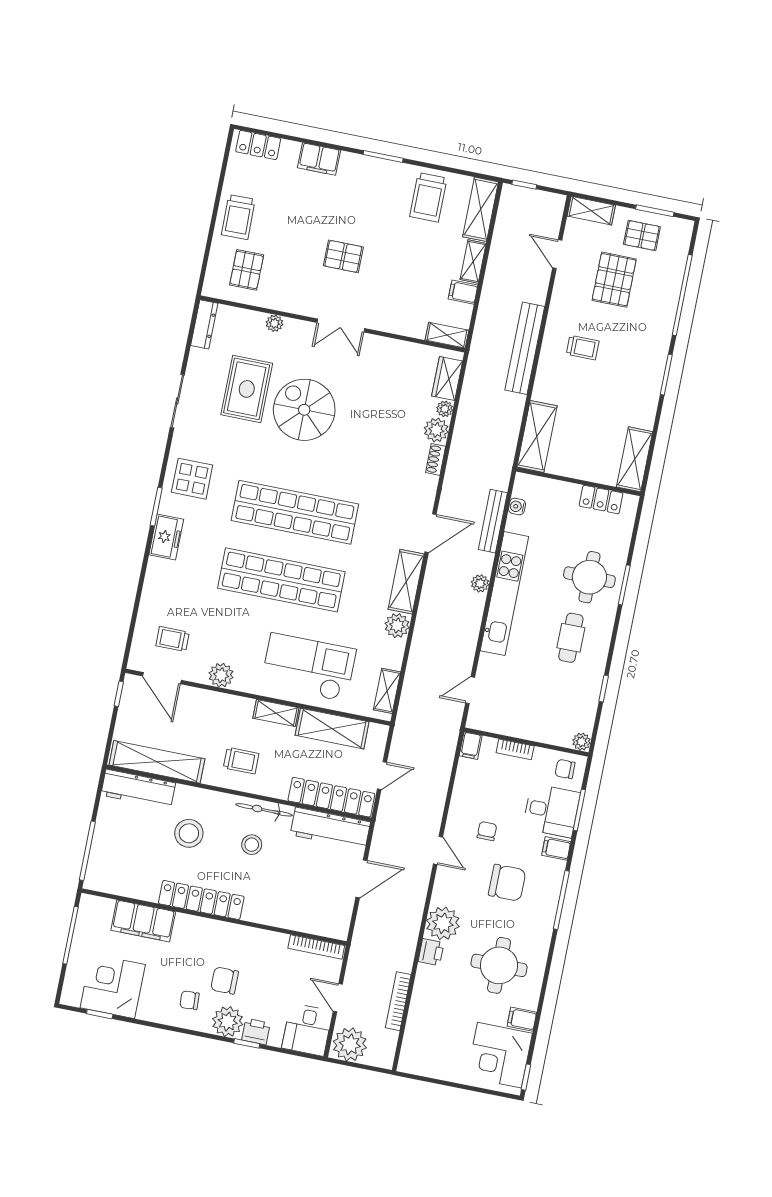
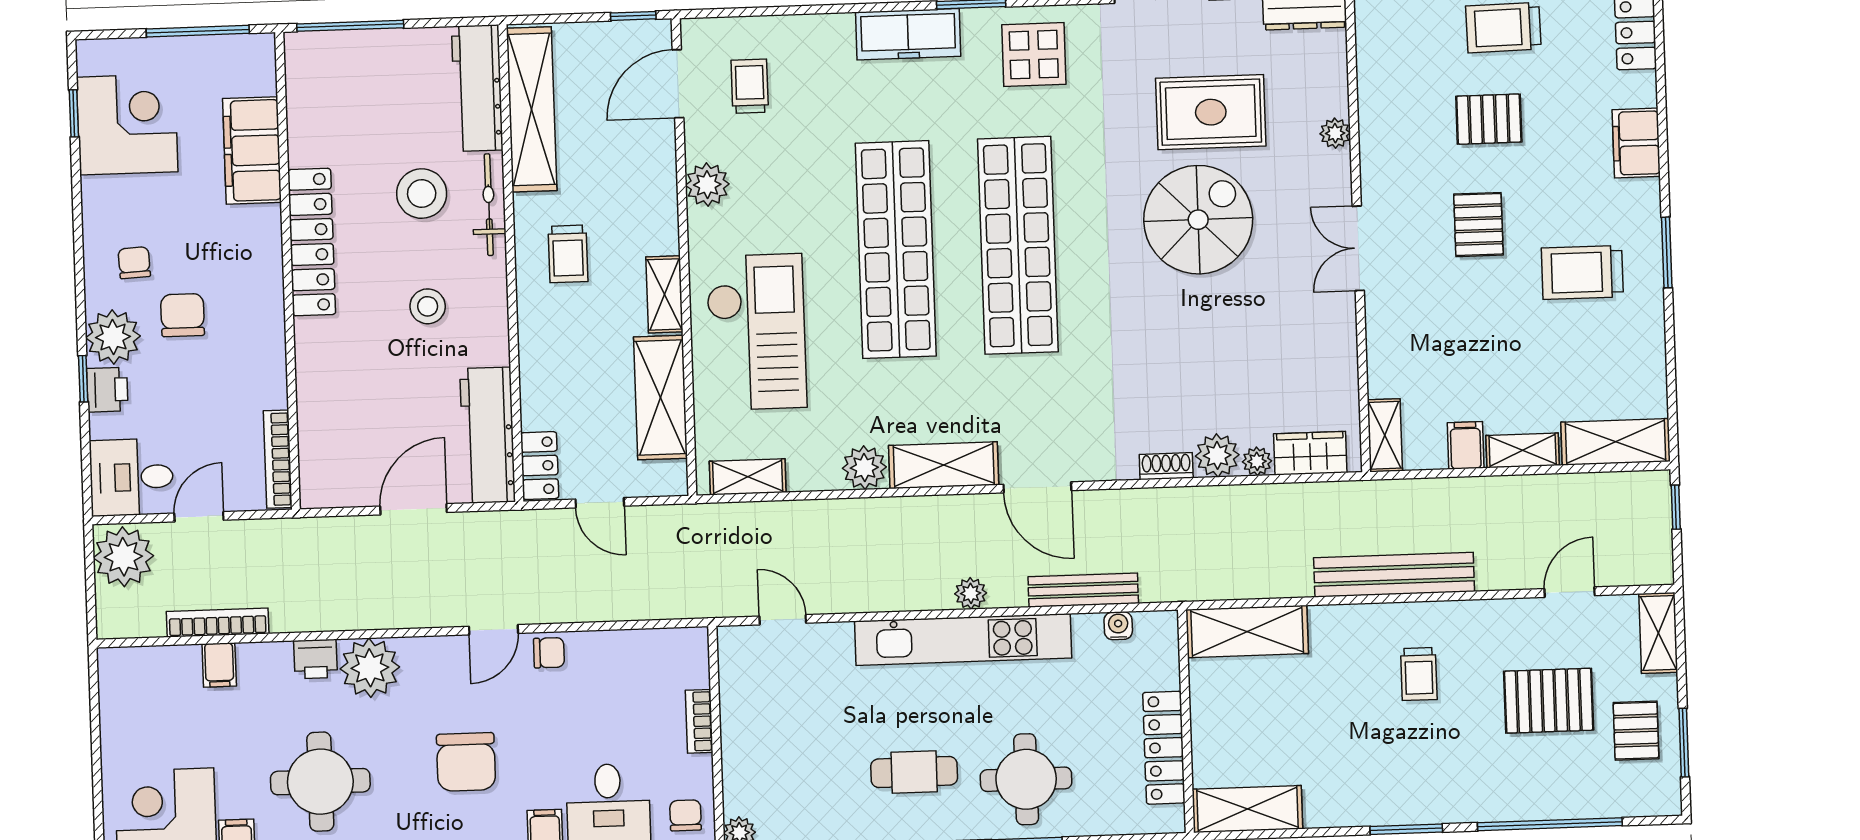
trolley: (428, 197) -> (1582, 272), moved
pallet: (247, 270) -> (1489, 119), moved
locker: (601, 500) -> (1164, 748), width x1.53
freezer: (166, 537) -> (908, 34), width x1.40
filing cabinet: (471, 746) -> (219, 665), moved, turned -90
locker: (331, 797) -> (540, 466), width x0.46, depth x0.83
bicycle: (264, 810) -> (489, 205), moved
chair: (487, 831) -> (549, 653), moved
door: (361, 879) -> (414, 509), swing flipped

